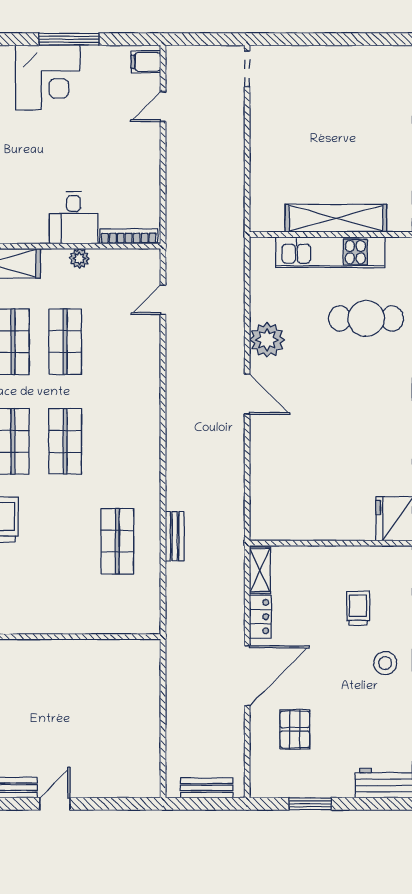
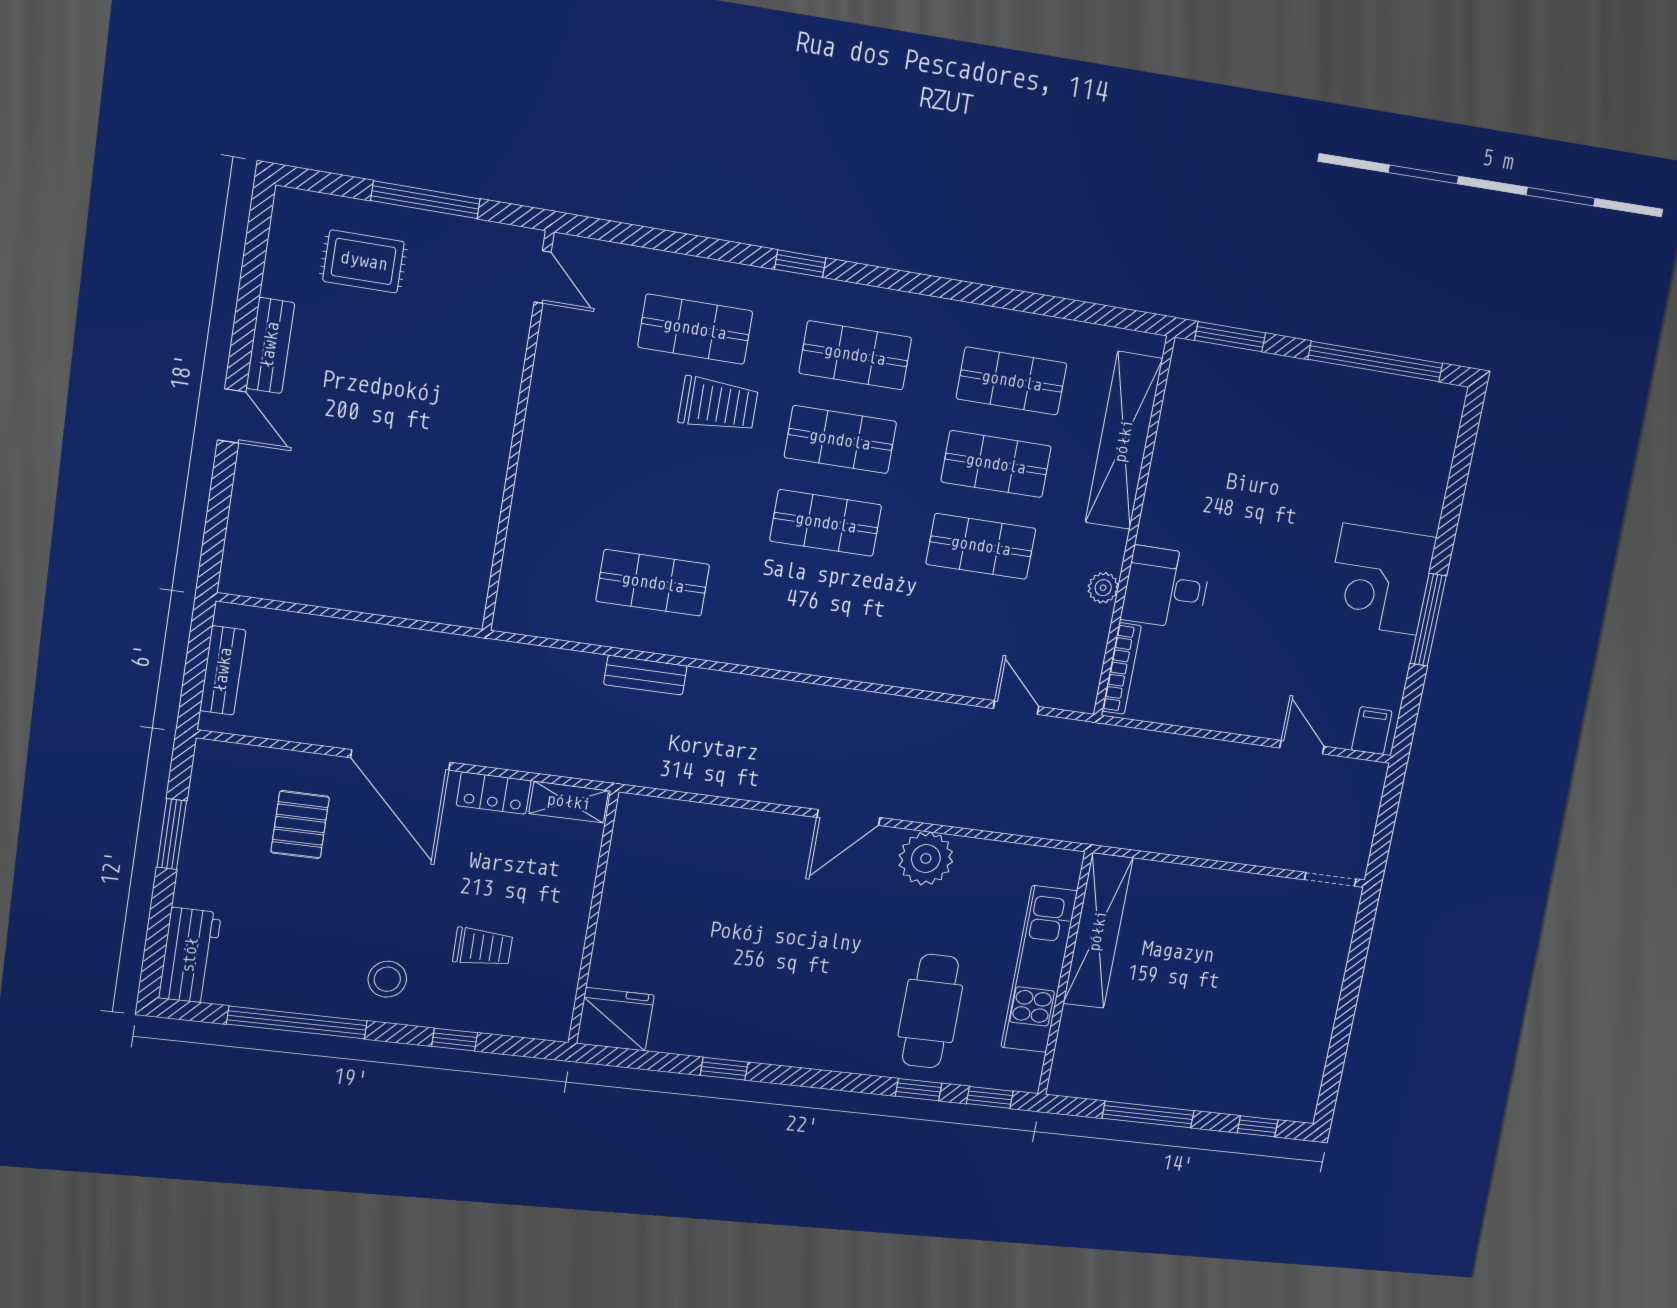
shelving: (336, 218) -> (1098, 931), moved
pallet: (295, 729) -> (300, 825), turned 90

